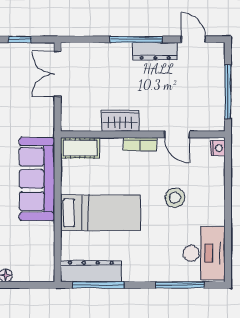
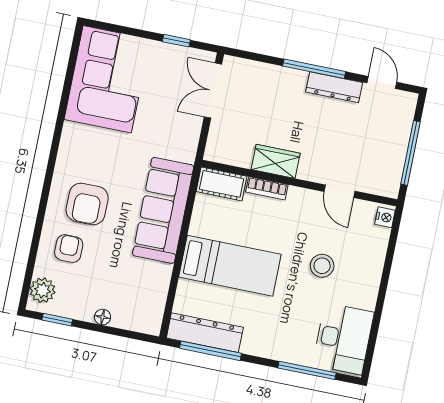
bookcase: (140, 144) -> (267, 188), moved

